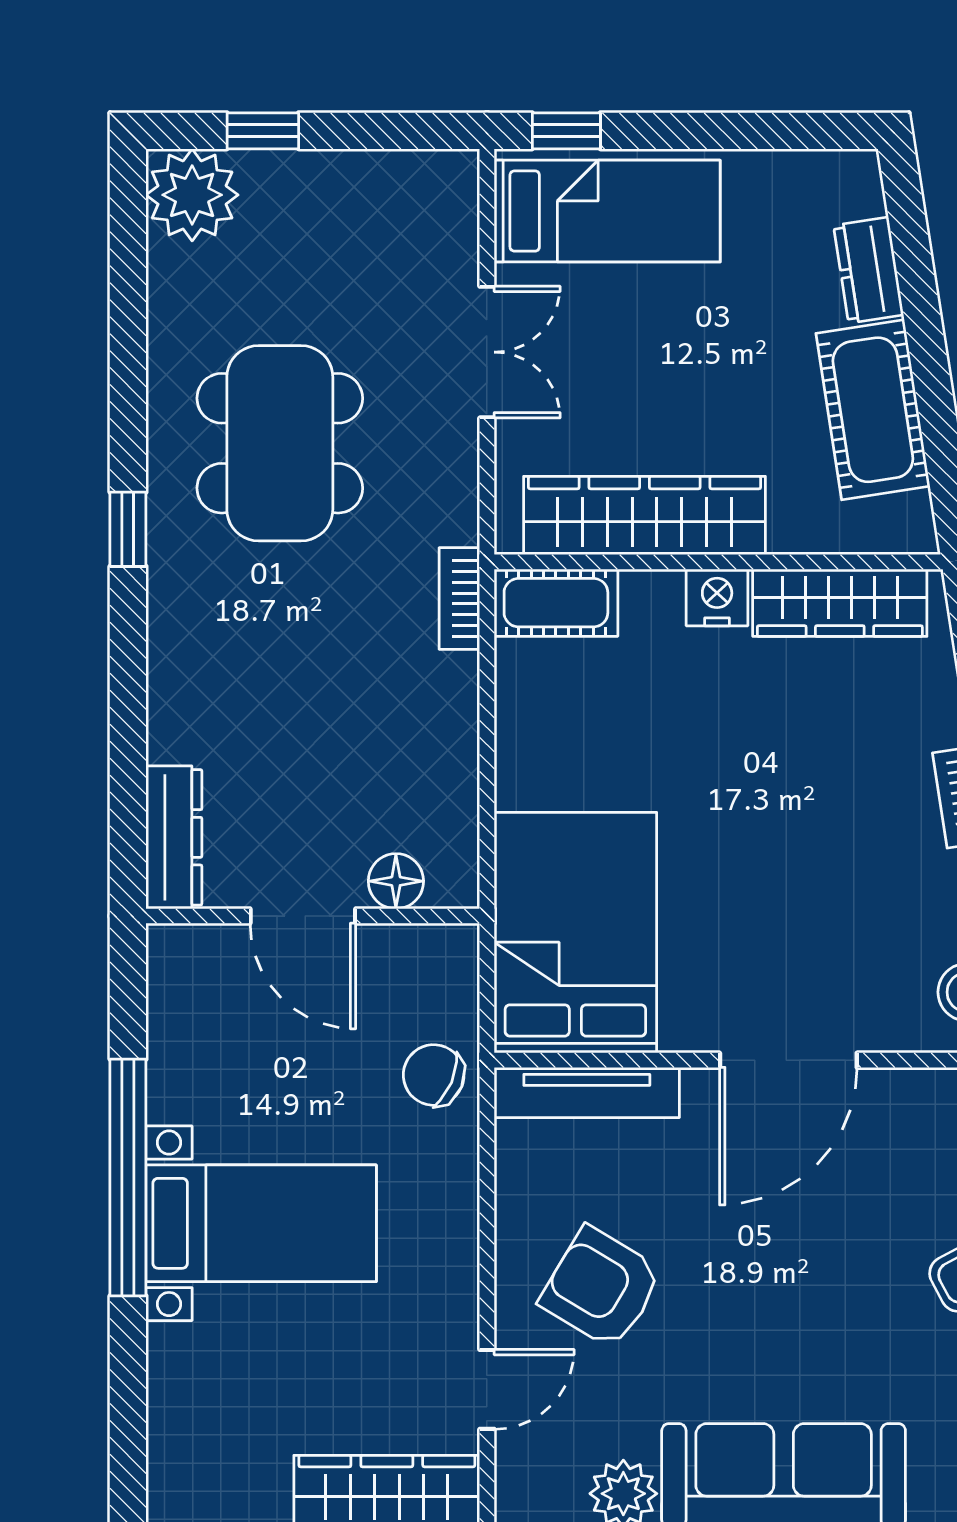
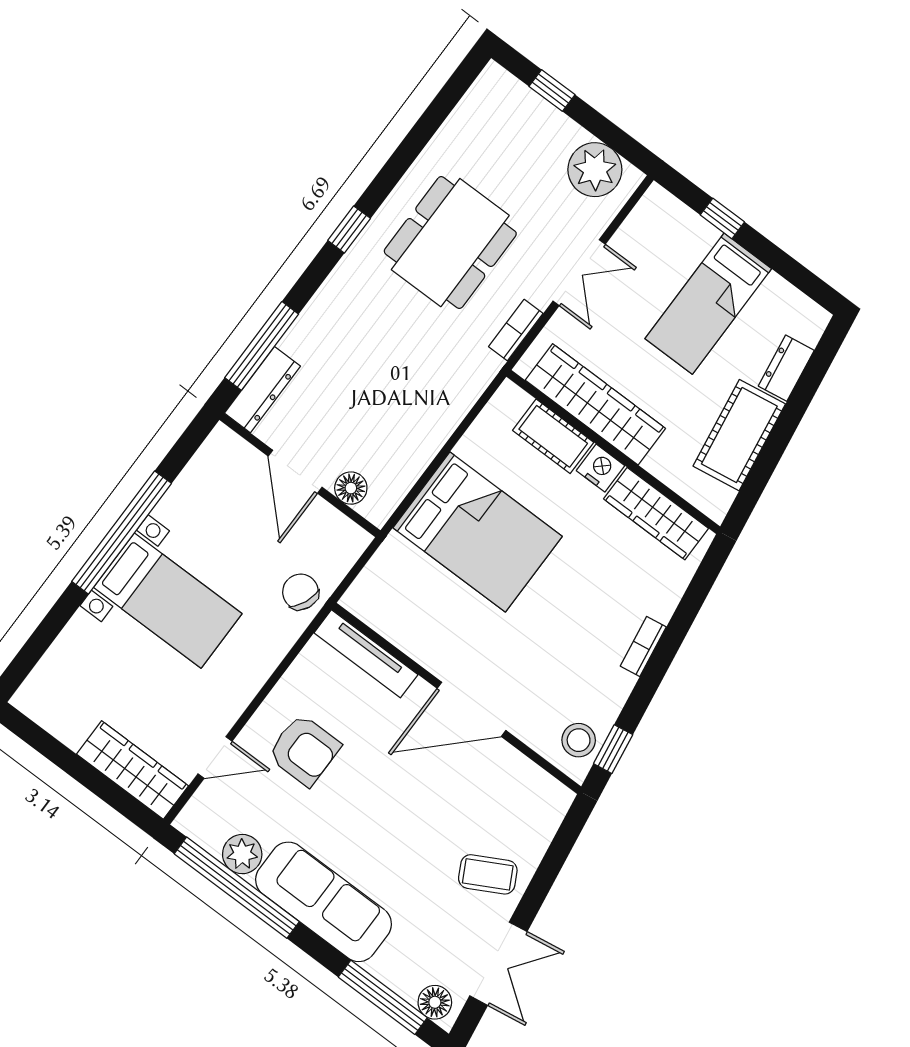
window: (566, 131) -> (722, 218), moved
plant: (192, 195) -> (595, 170), moved
bed: (607, 211) -> (708, 304), moved, turned 90
bookcase: (459, 599) -> (516, 330), moved
cot: (556, 603) -> (553, 436), moved
window: (128, 778) -> (262, 346), added
bed: (575, 933) -> (478, 532), moved, turned 90
armchair: (601, 1288) -> (304, 750), turned 149

